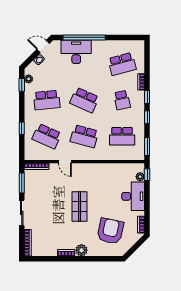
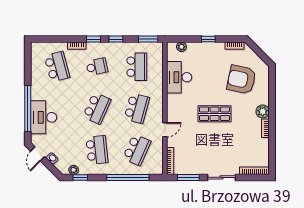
window: (22, 128) -> (128, 177), width x3.17
window: (147, 175) -> (208, 39), moved
desk: (133, 196) -> (179, 77), moved, turned -90

